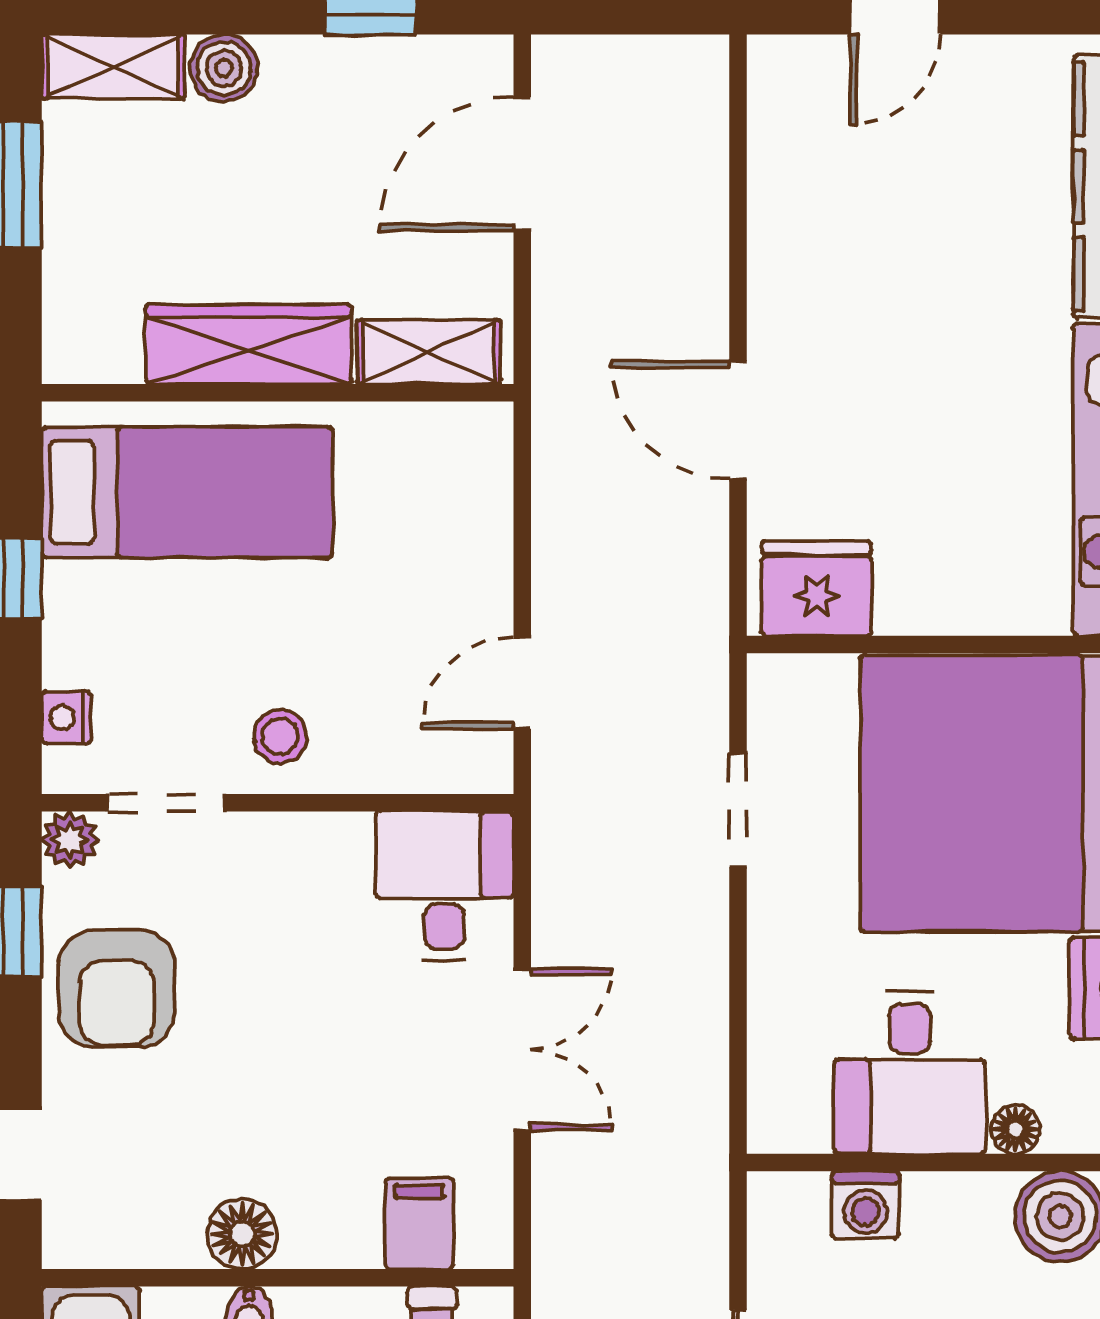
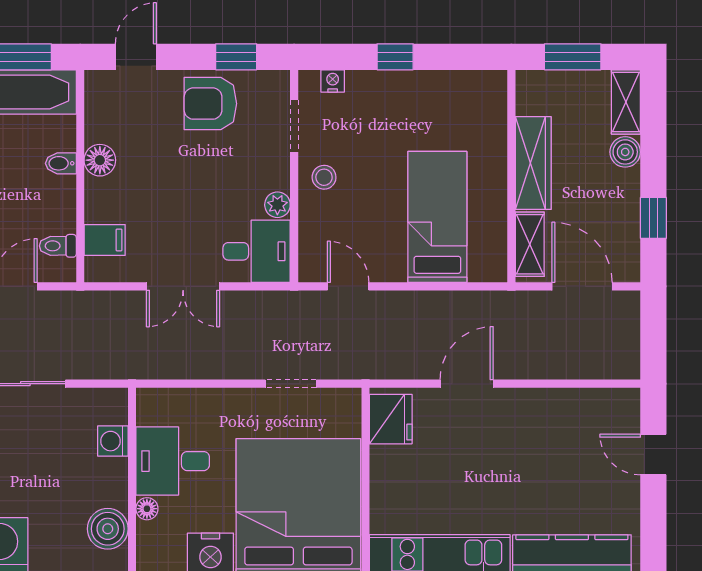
wardrobe: (249, 344) -> (533, 163), moved
shelving: (429, 352) -> (530, 244), moved
wall: (278, 393) -> (511, 176), moved
bed: (187, 492) -> (437, 217), moved, turned 180
plant: (70, 840) -> (277, 205), moved

